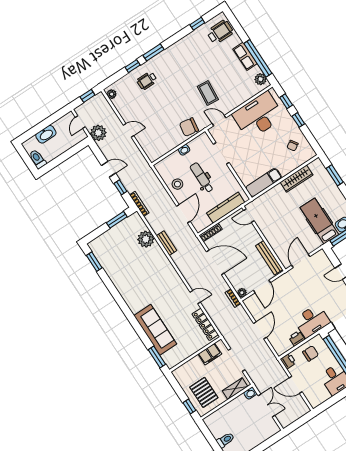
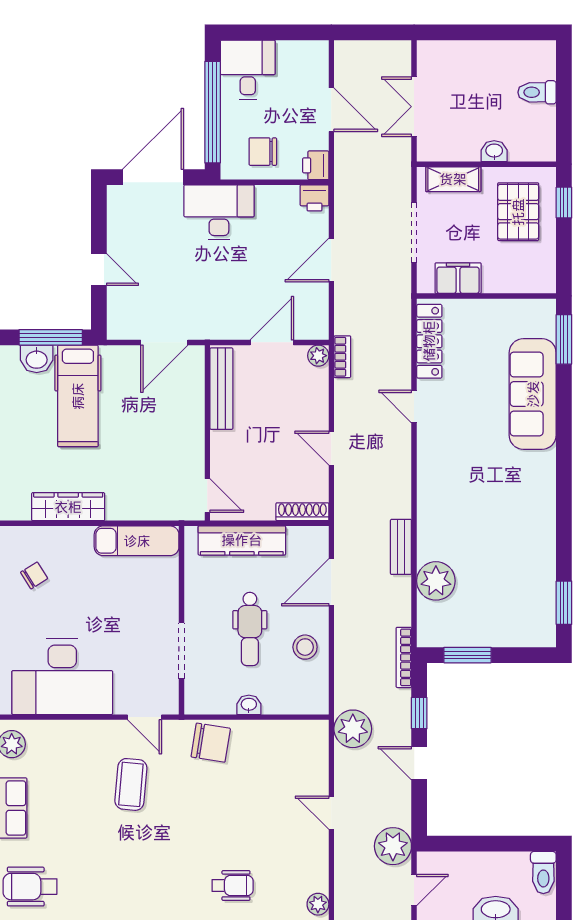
plant: (141, 166) -> (353, 729), added
door: (215, 262) -> (331, 448), width x0.53
printer: (297, 338) -> (314, 198), moved
washbasin: (250, 393) -> (494, 151), moved

